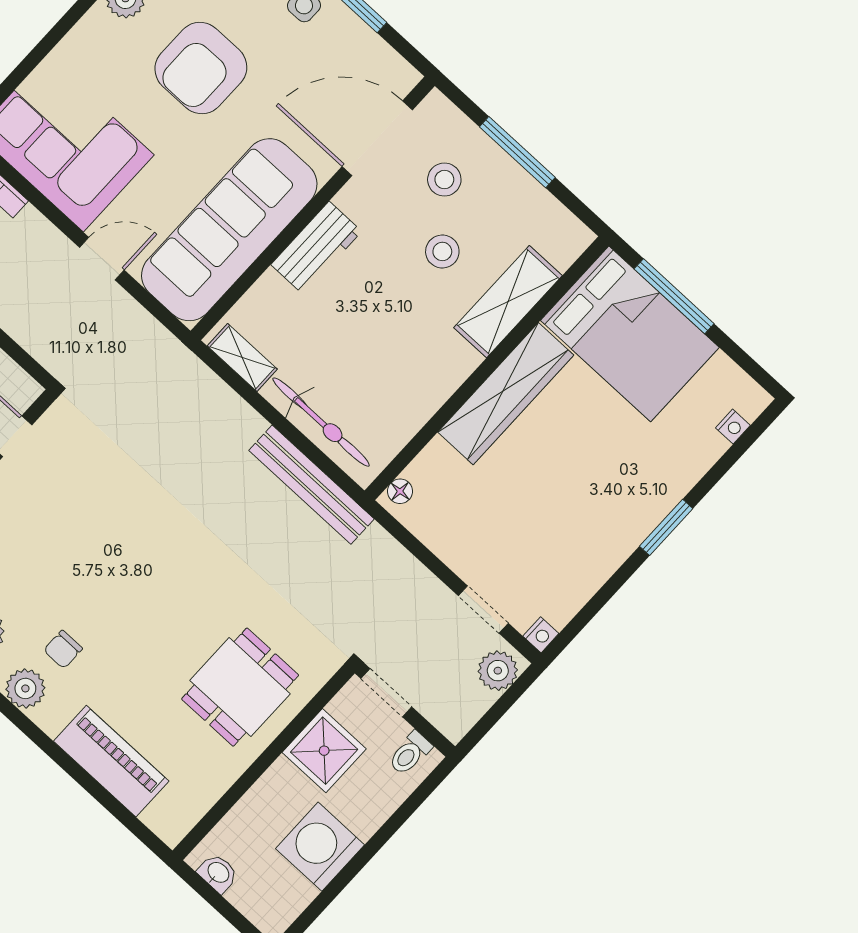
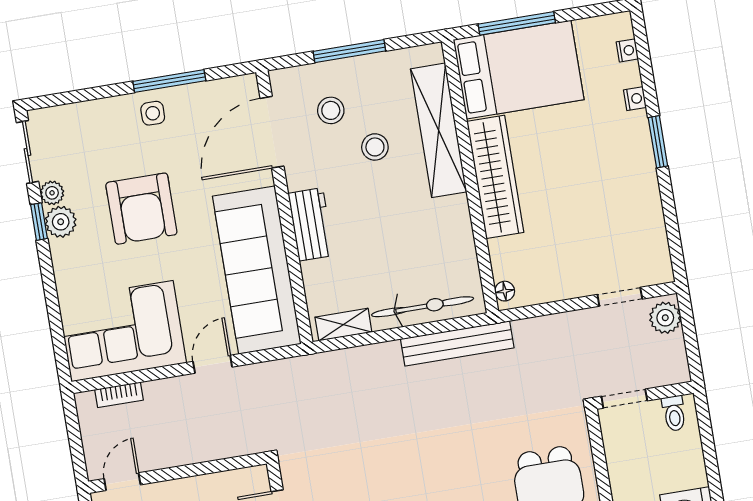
shelving: (508, 302) -> (439, 130), width x1.47
nightstand: (541, 635) -> (635, 99), moved
shower: (324, 751) -> (630, 466), removed

